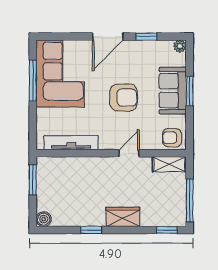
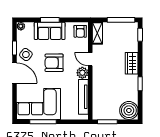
side table: (136, 54) -> (26, 55), added
armchair: (124, 98) -> (54, 63), turned -90
plant: (108, 141) -> (82, 73), added
boiler: (44, 219) -> (129, 110), width x1.86, depth x1.86

